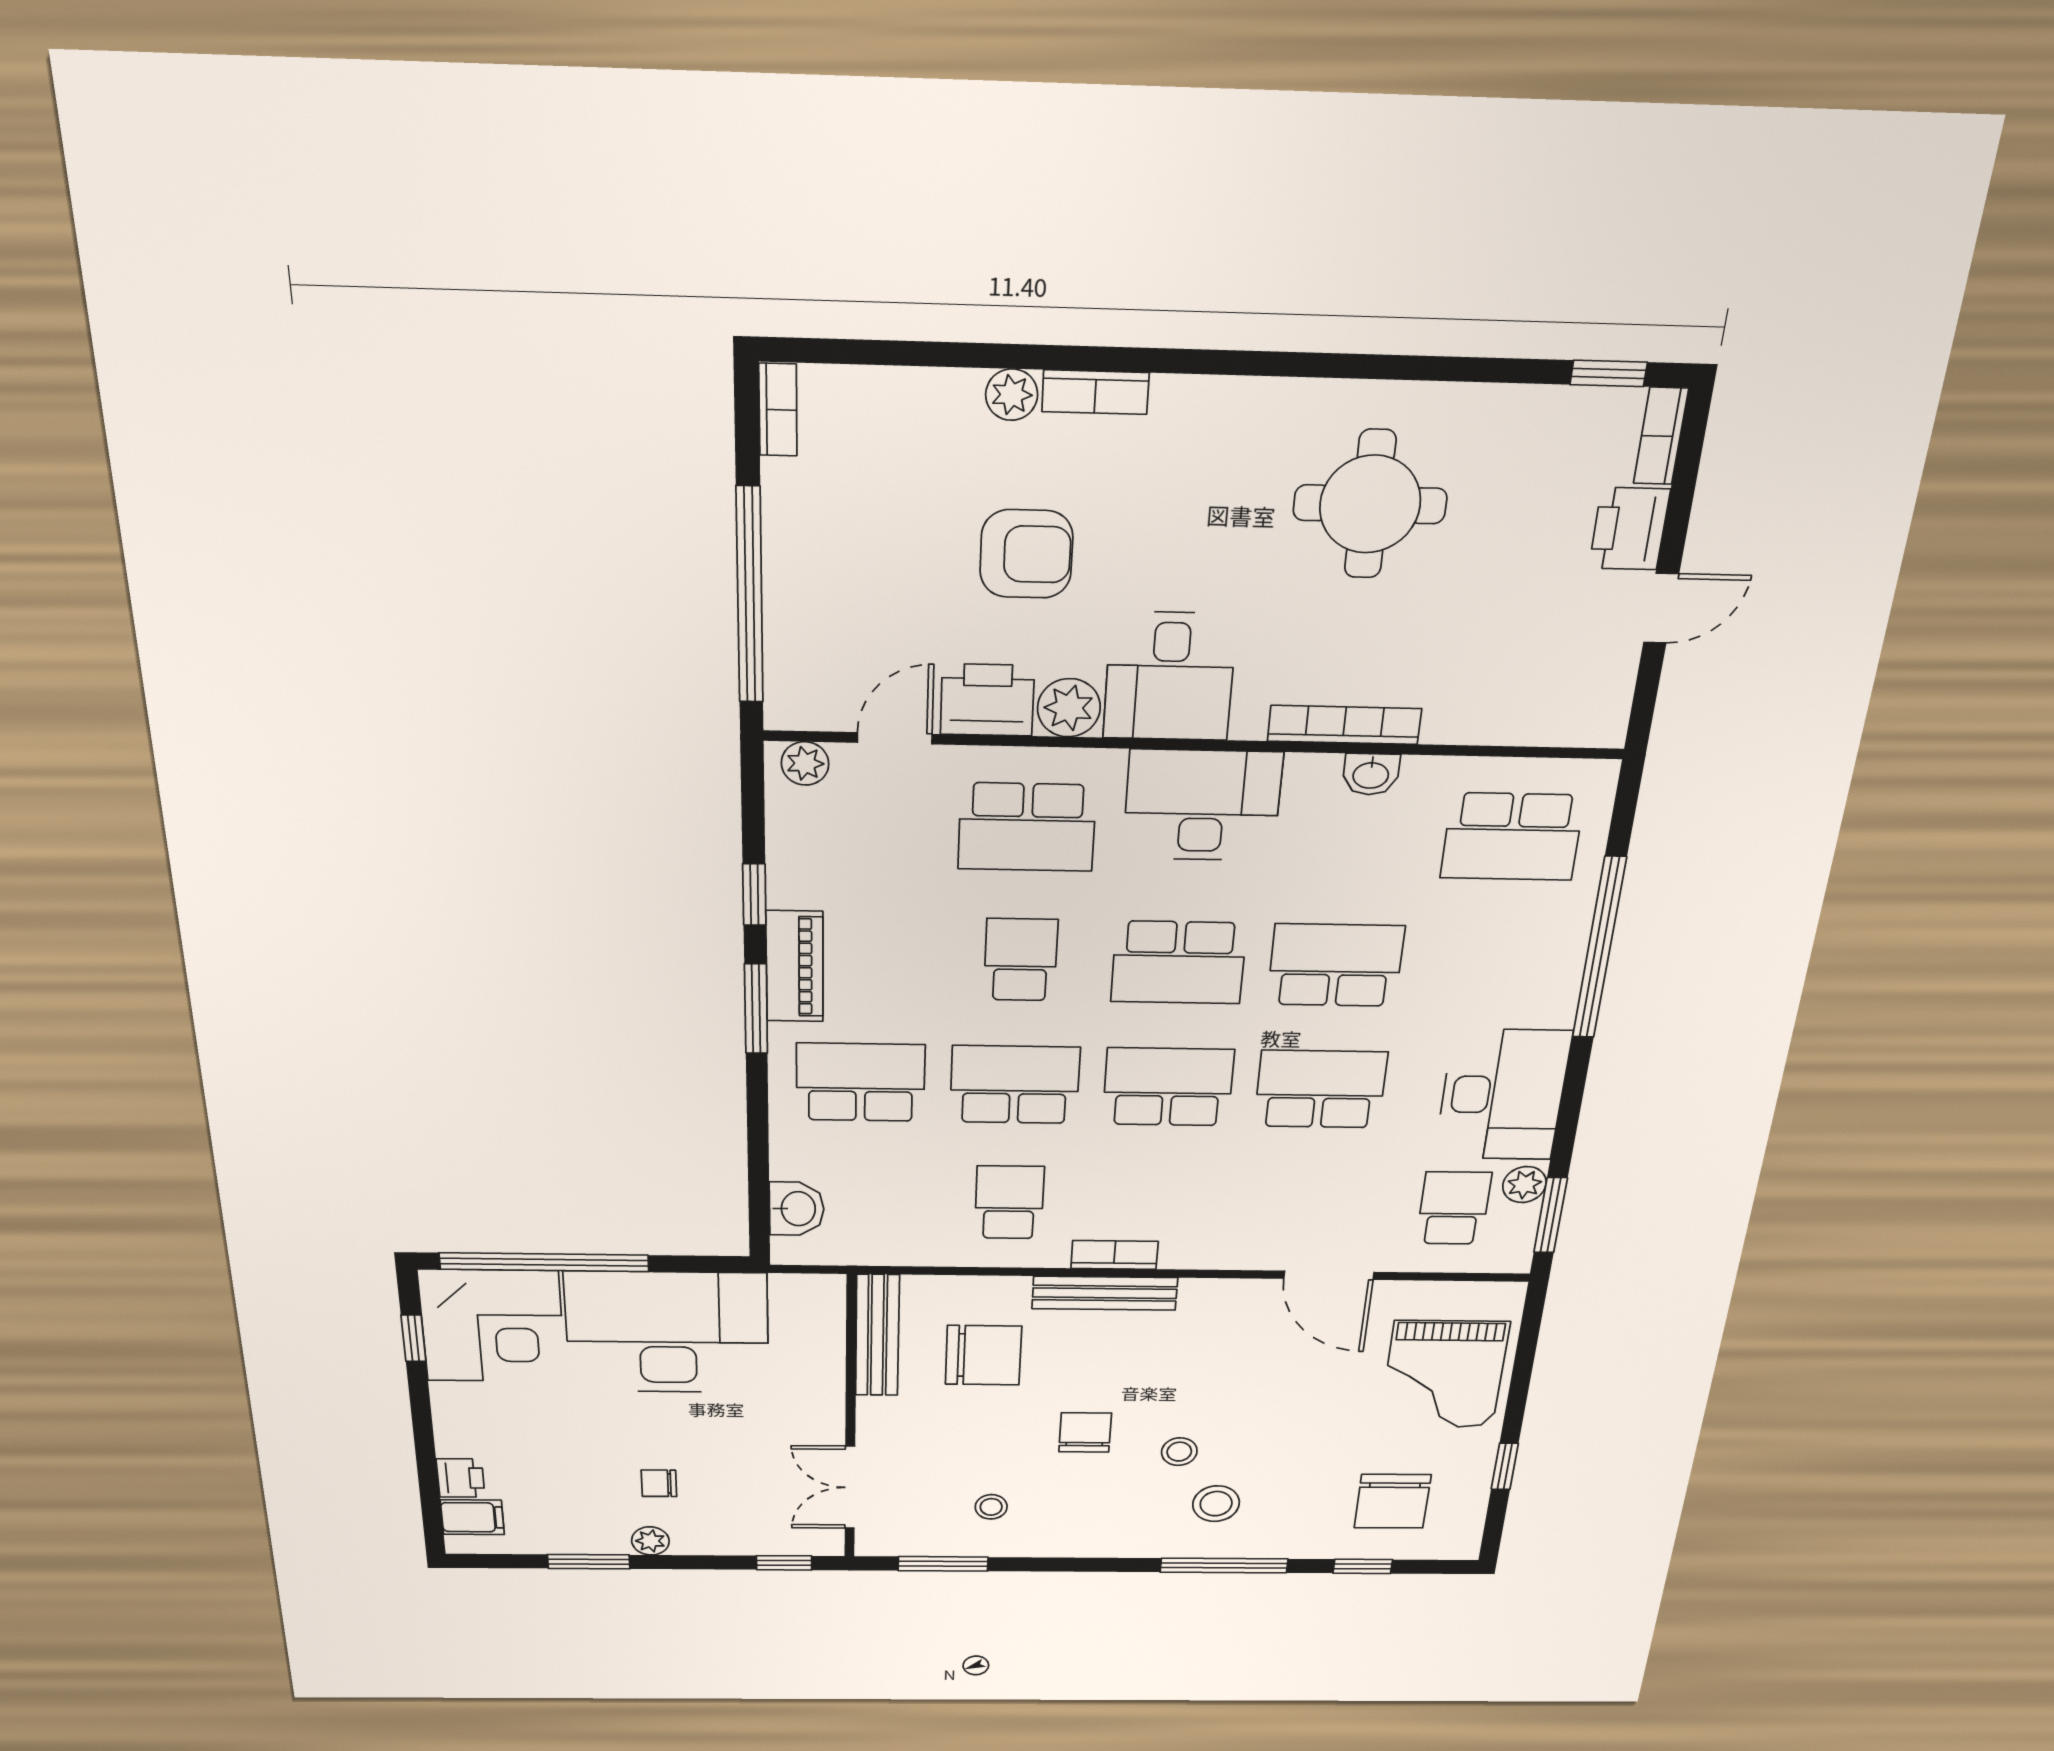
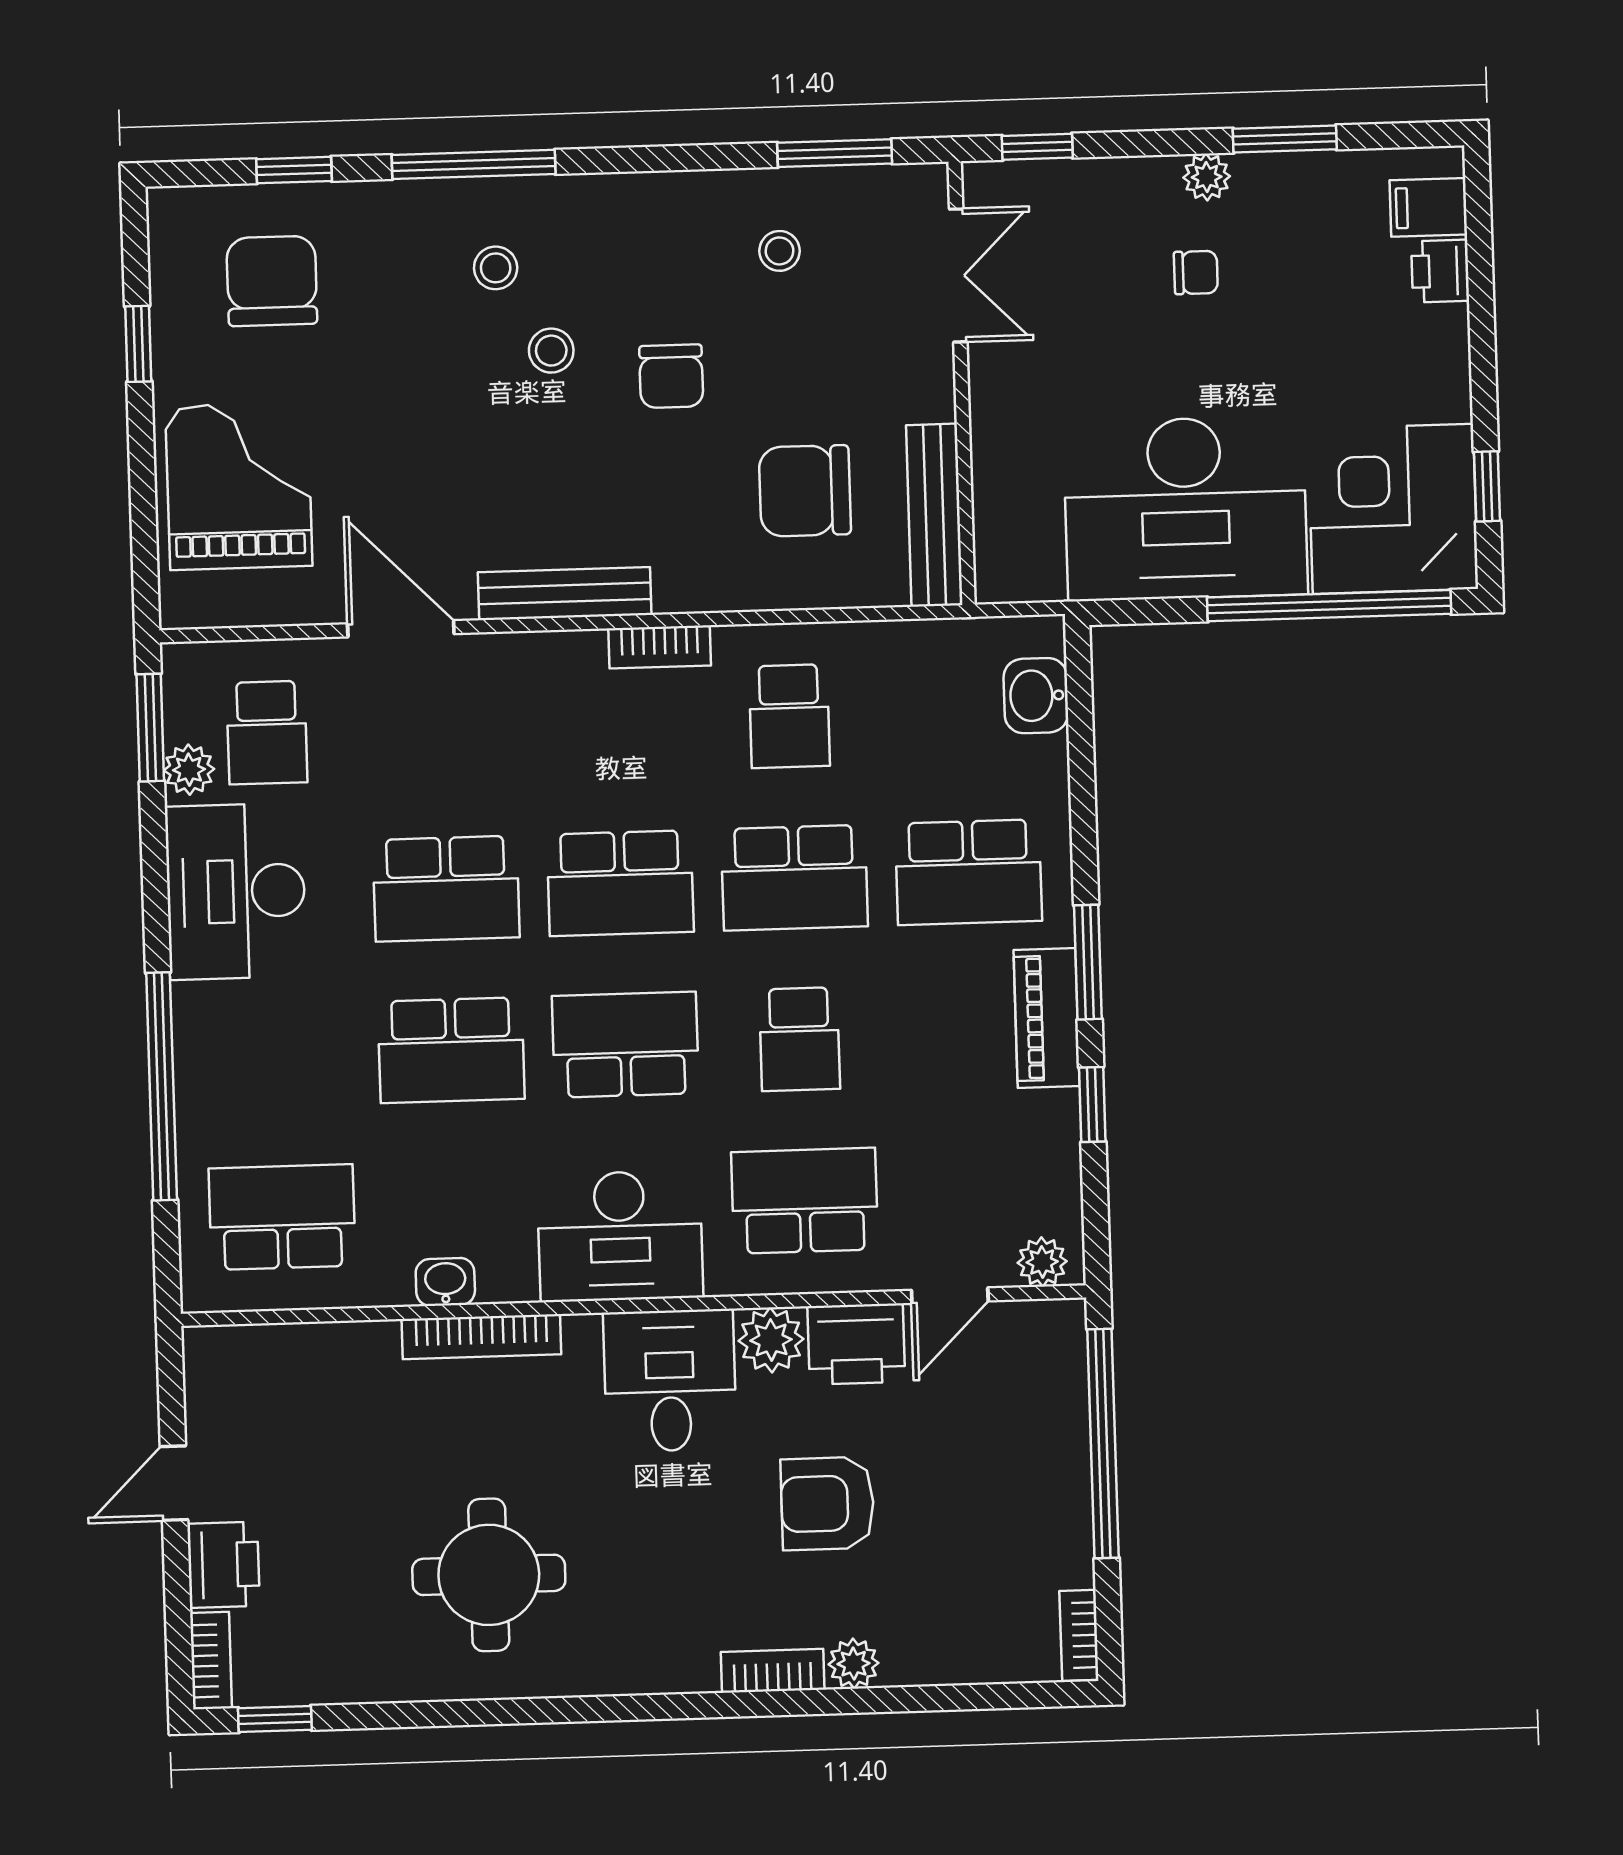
bench: (1105, 1293) -> (565, 594), moved
stool: (1216, 1504) -> (496, 268), width x0.73, depth x0.73

